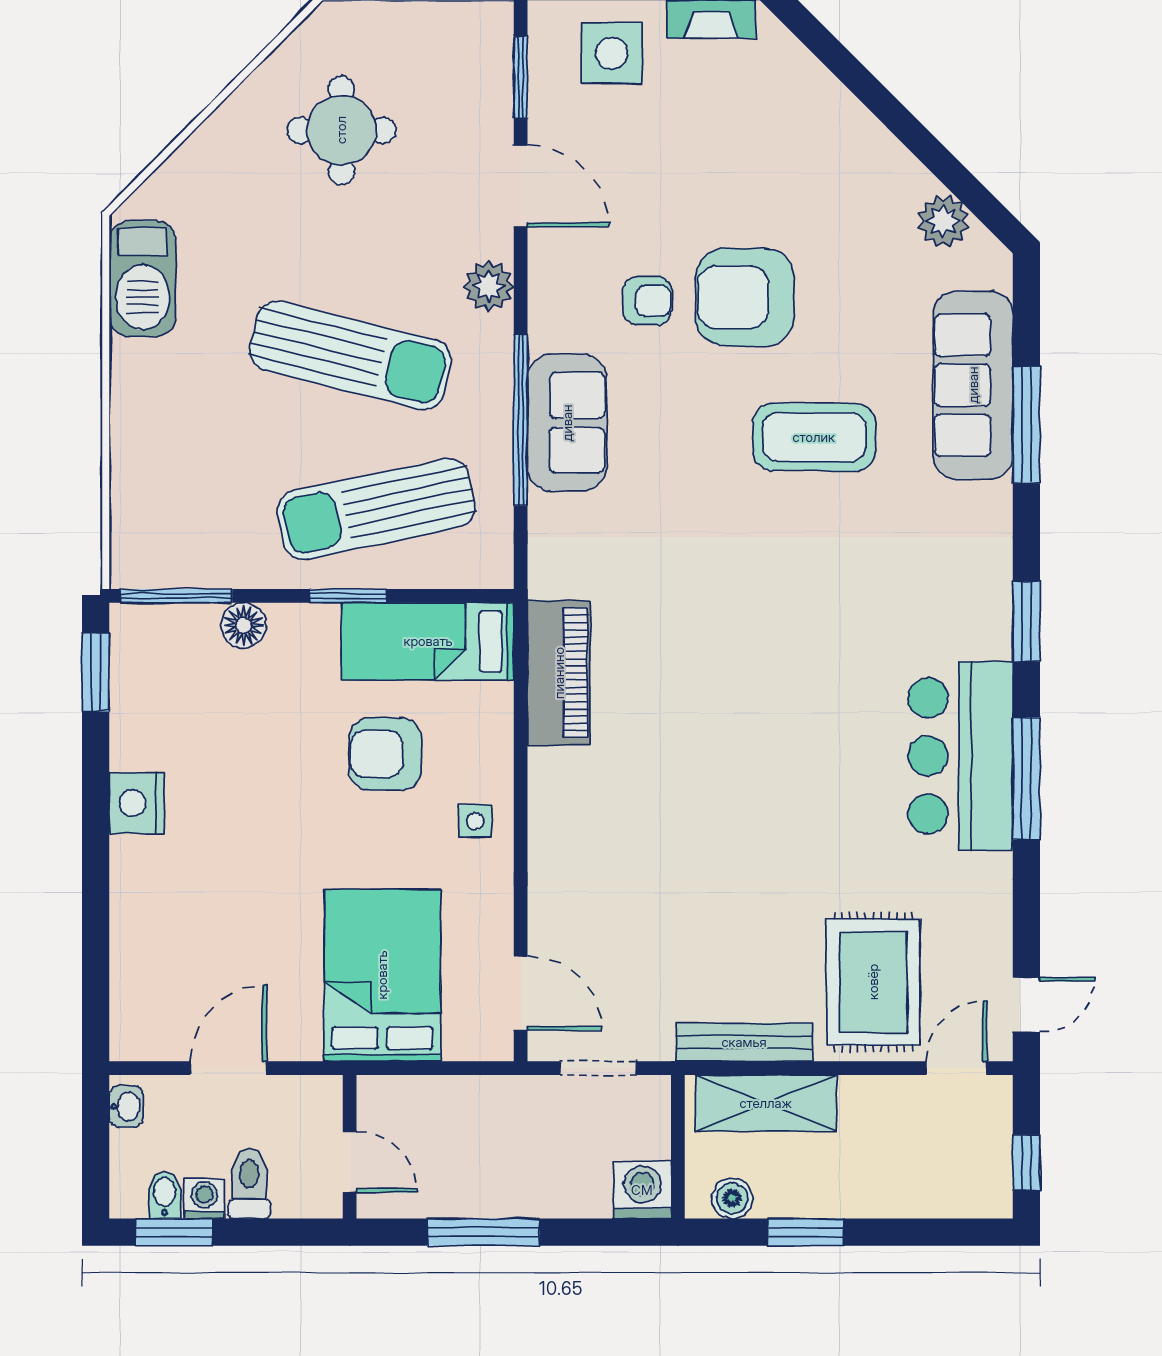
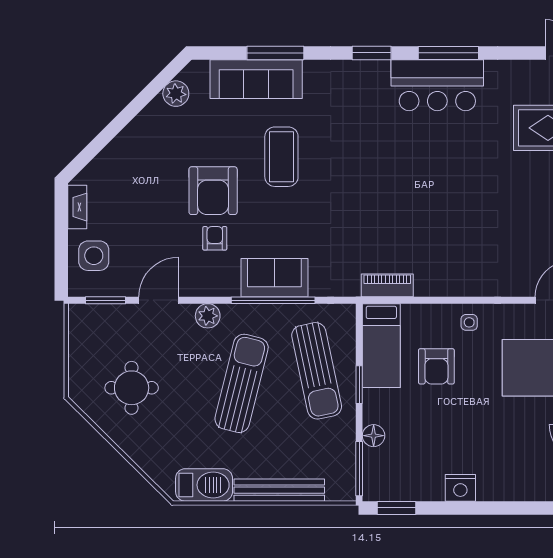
bench: (132, 433) -> (279, 490), added
piano: (559, 673) -> (387, 285), width x0.73, depth x0.75

